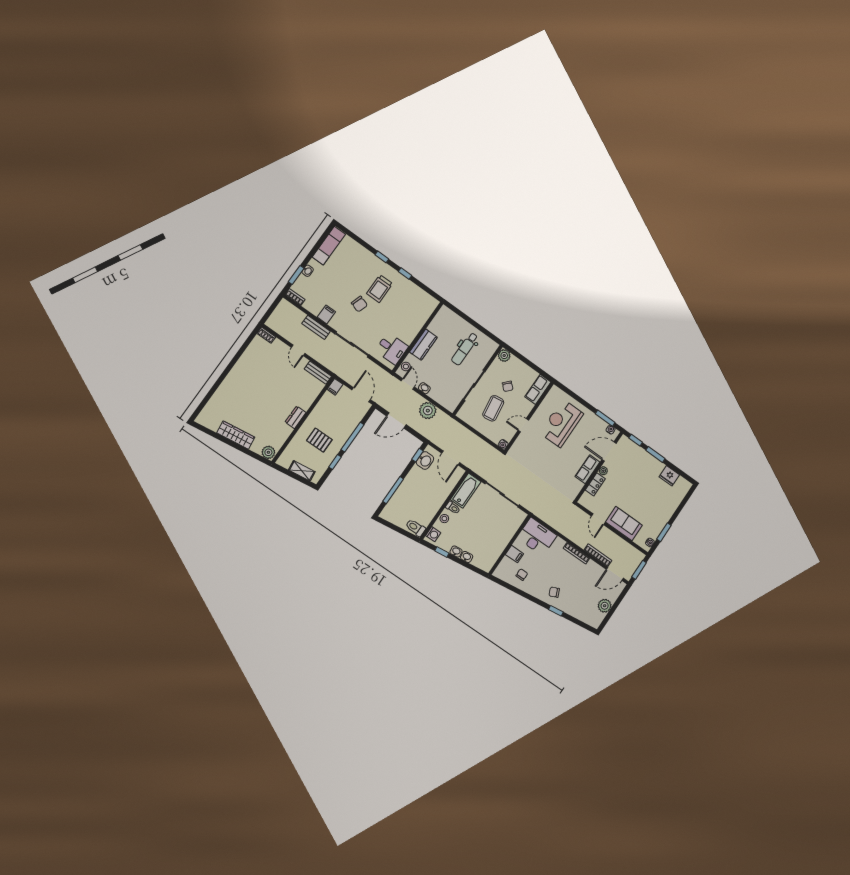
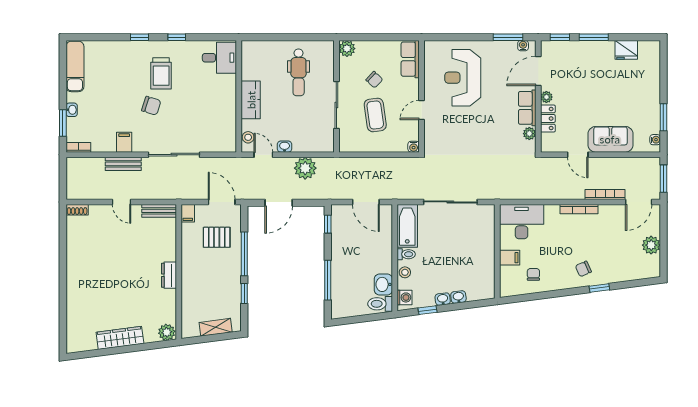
desk: (392, 349) -> (219, 58), moved
pallet: (319, 440) -> (217, 237), moved
washbasin: (425, 460) -> (383, 284), moved, turned 180
plant: (578, 486) -> (529, 134), added

